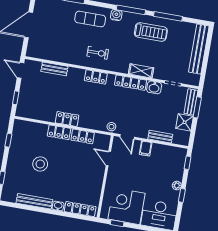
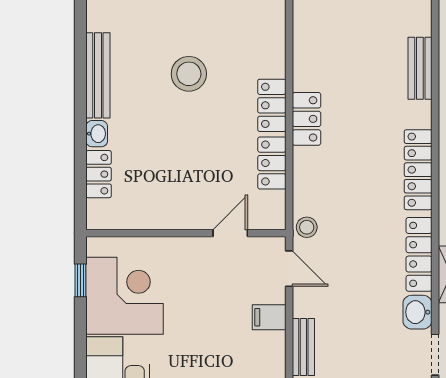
locker: (96, 77) -> (418, 170), width x1.53
door: (127, 137) -> (289, 269), swing flipped
locker: (80, 209) -> (99, 174), width x0.66

